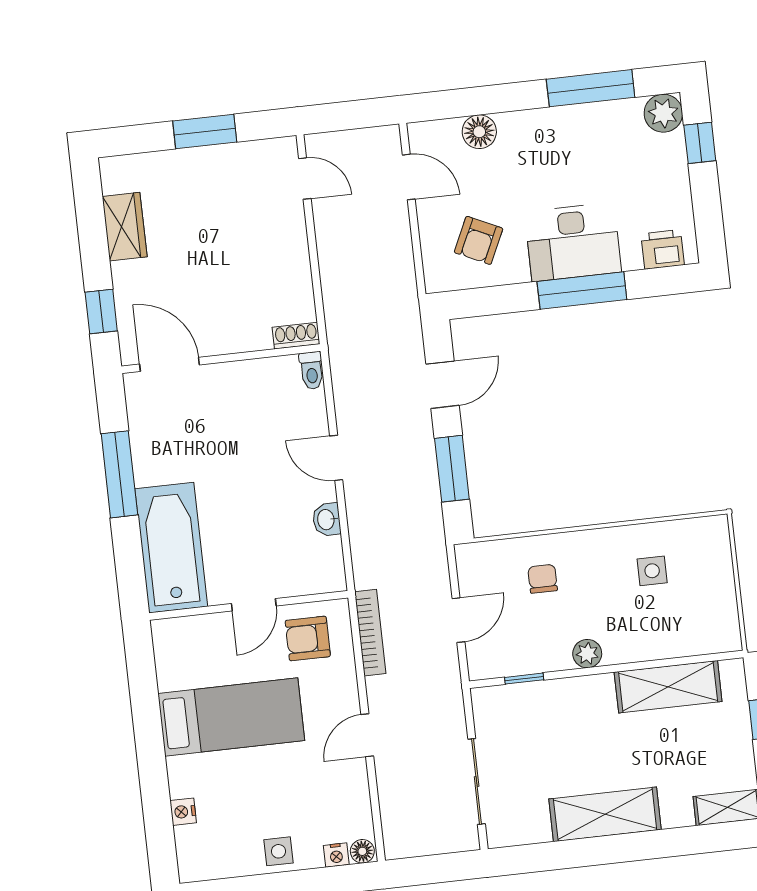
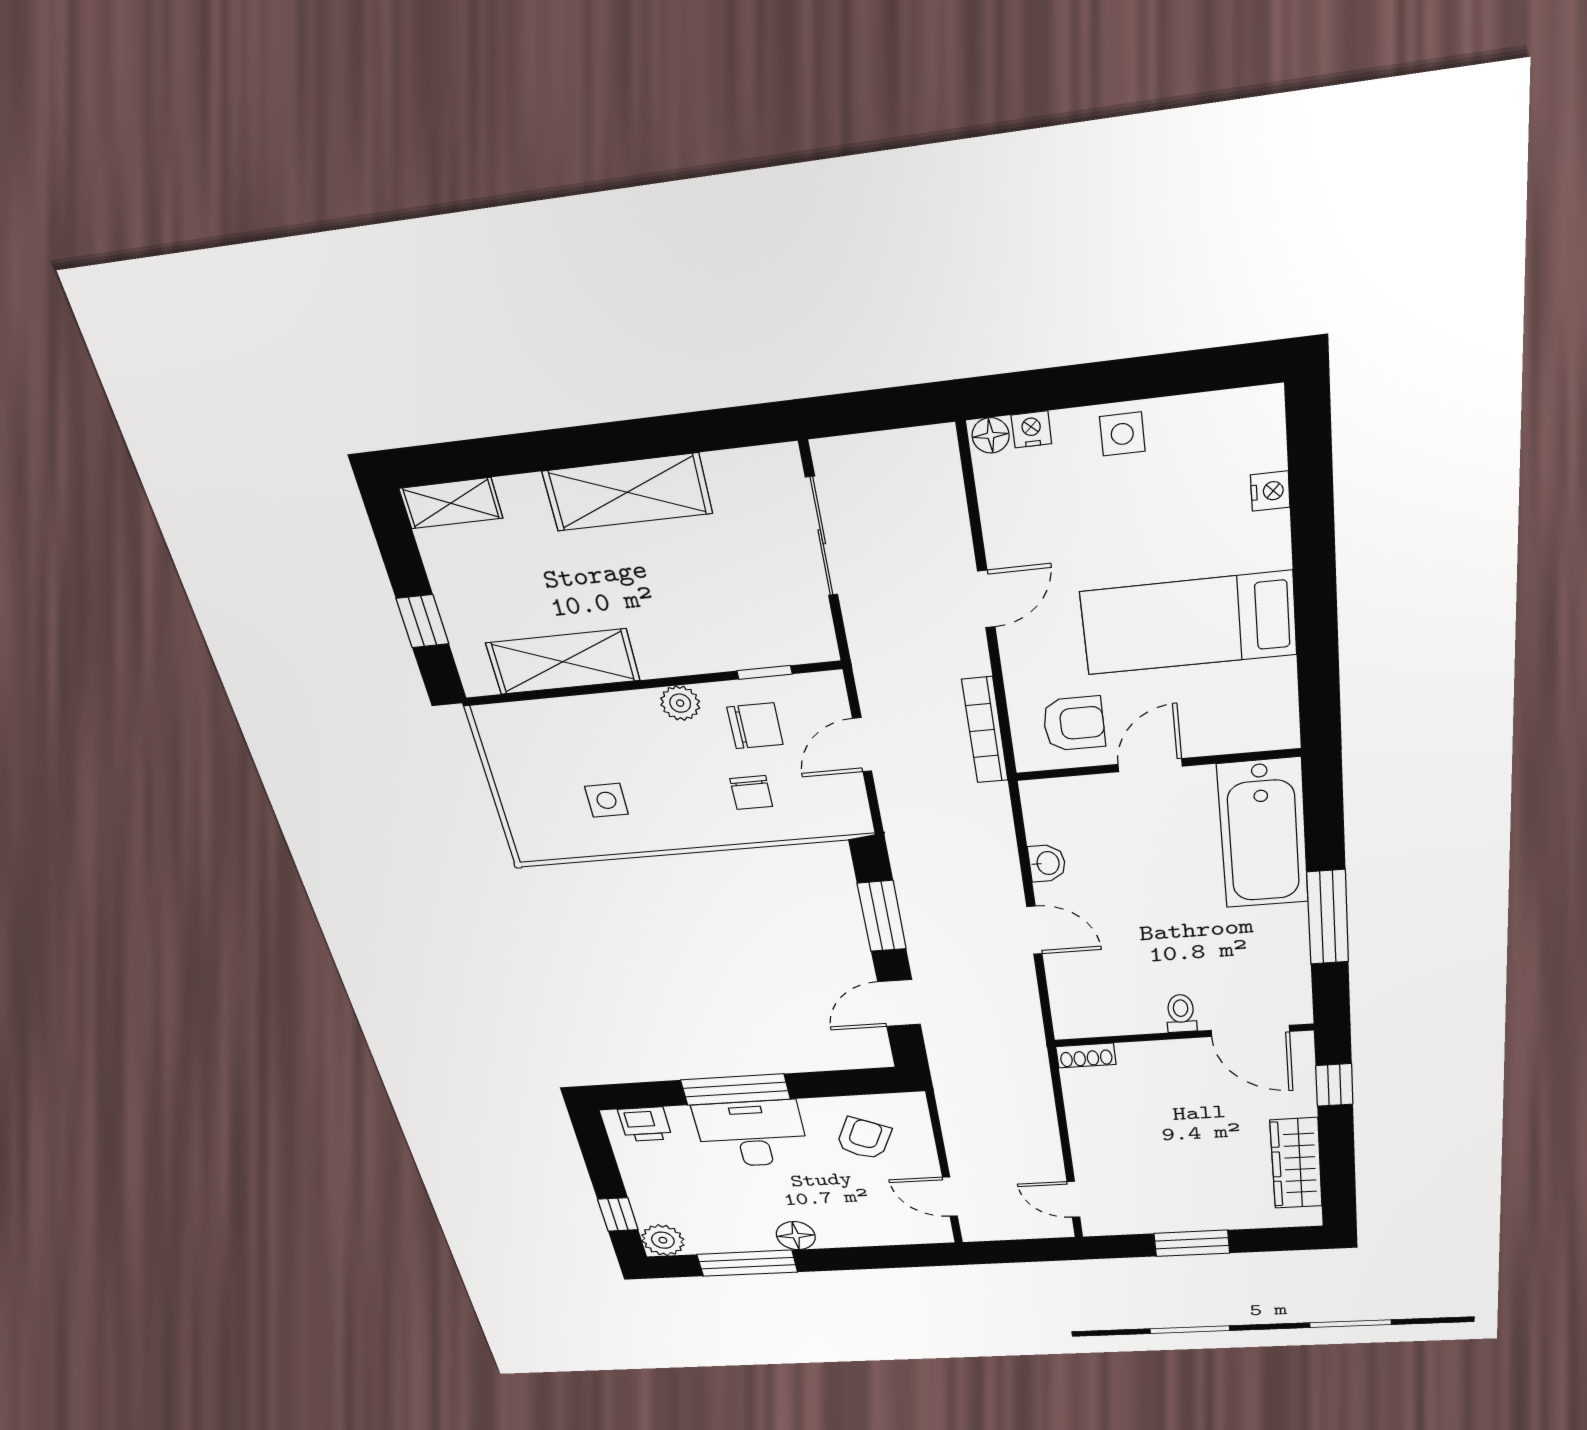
floor lamp: (479, 132) -> (796, 1236), moved
wardrobe: (125, 227) -> (1296, 1163), width x1.50
toilet: (312, 371) -> (1181, 1013), moved
chair: (535, 635) -> (755, 726), added

